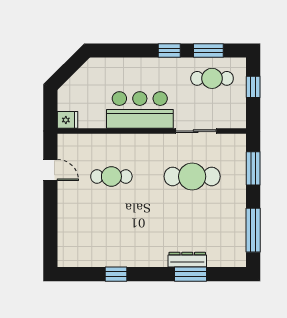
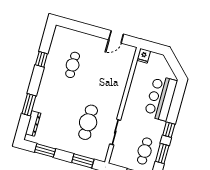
bar counter: (140, 110) -> (161, 98), moved, turned 180
cafe table: (111, 176) -> (73, 65), moved
window: (253, 230) -> (45, 150), width x0.69
dresser: (187, 260) -> (33, 124), moved

